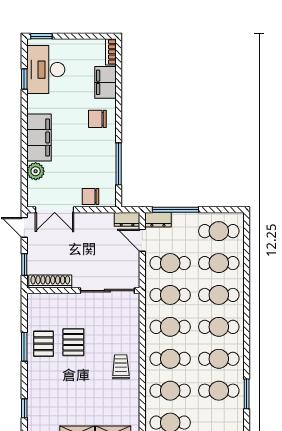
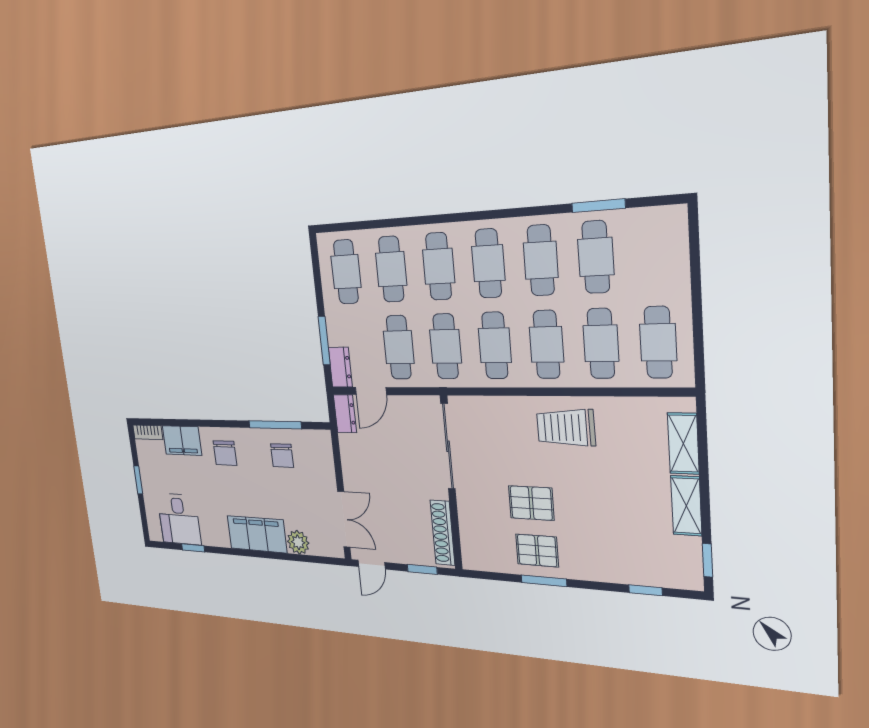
window: (41, 36) -> (138, 480), moved
desk: (46, 70) -> (179, 519), width x0.73
chair: (91, 196) -> (282, 456), moved
window: (175, 210) -> (324, 341), width x0.69
trolley: (121, 367) -> (566, 428), width x1.36, depth x1.39

